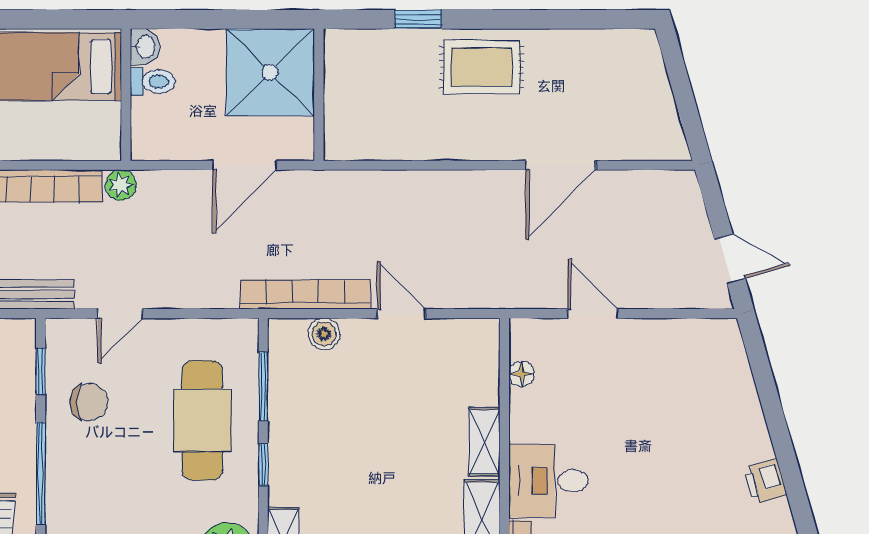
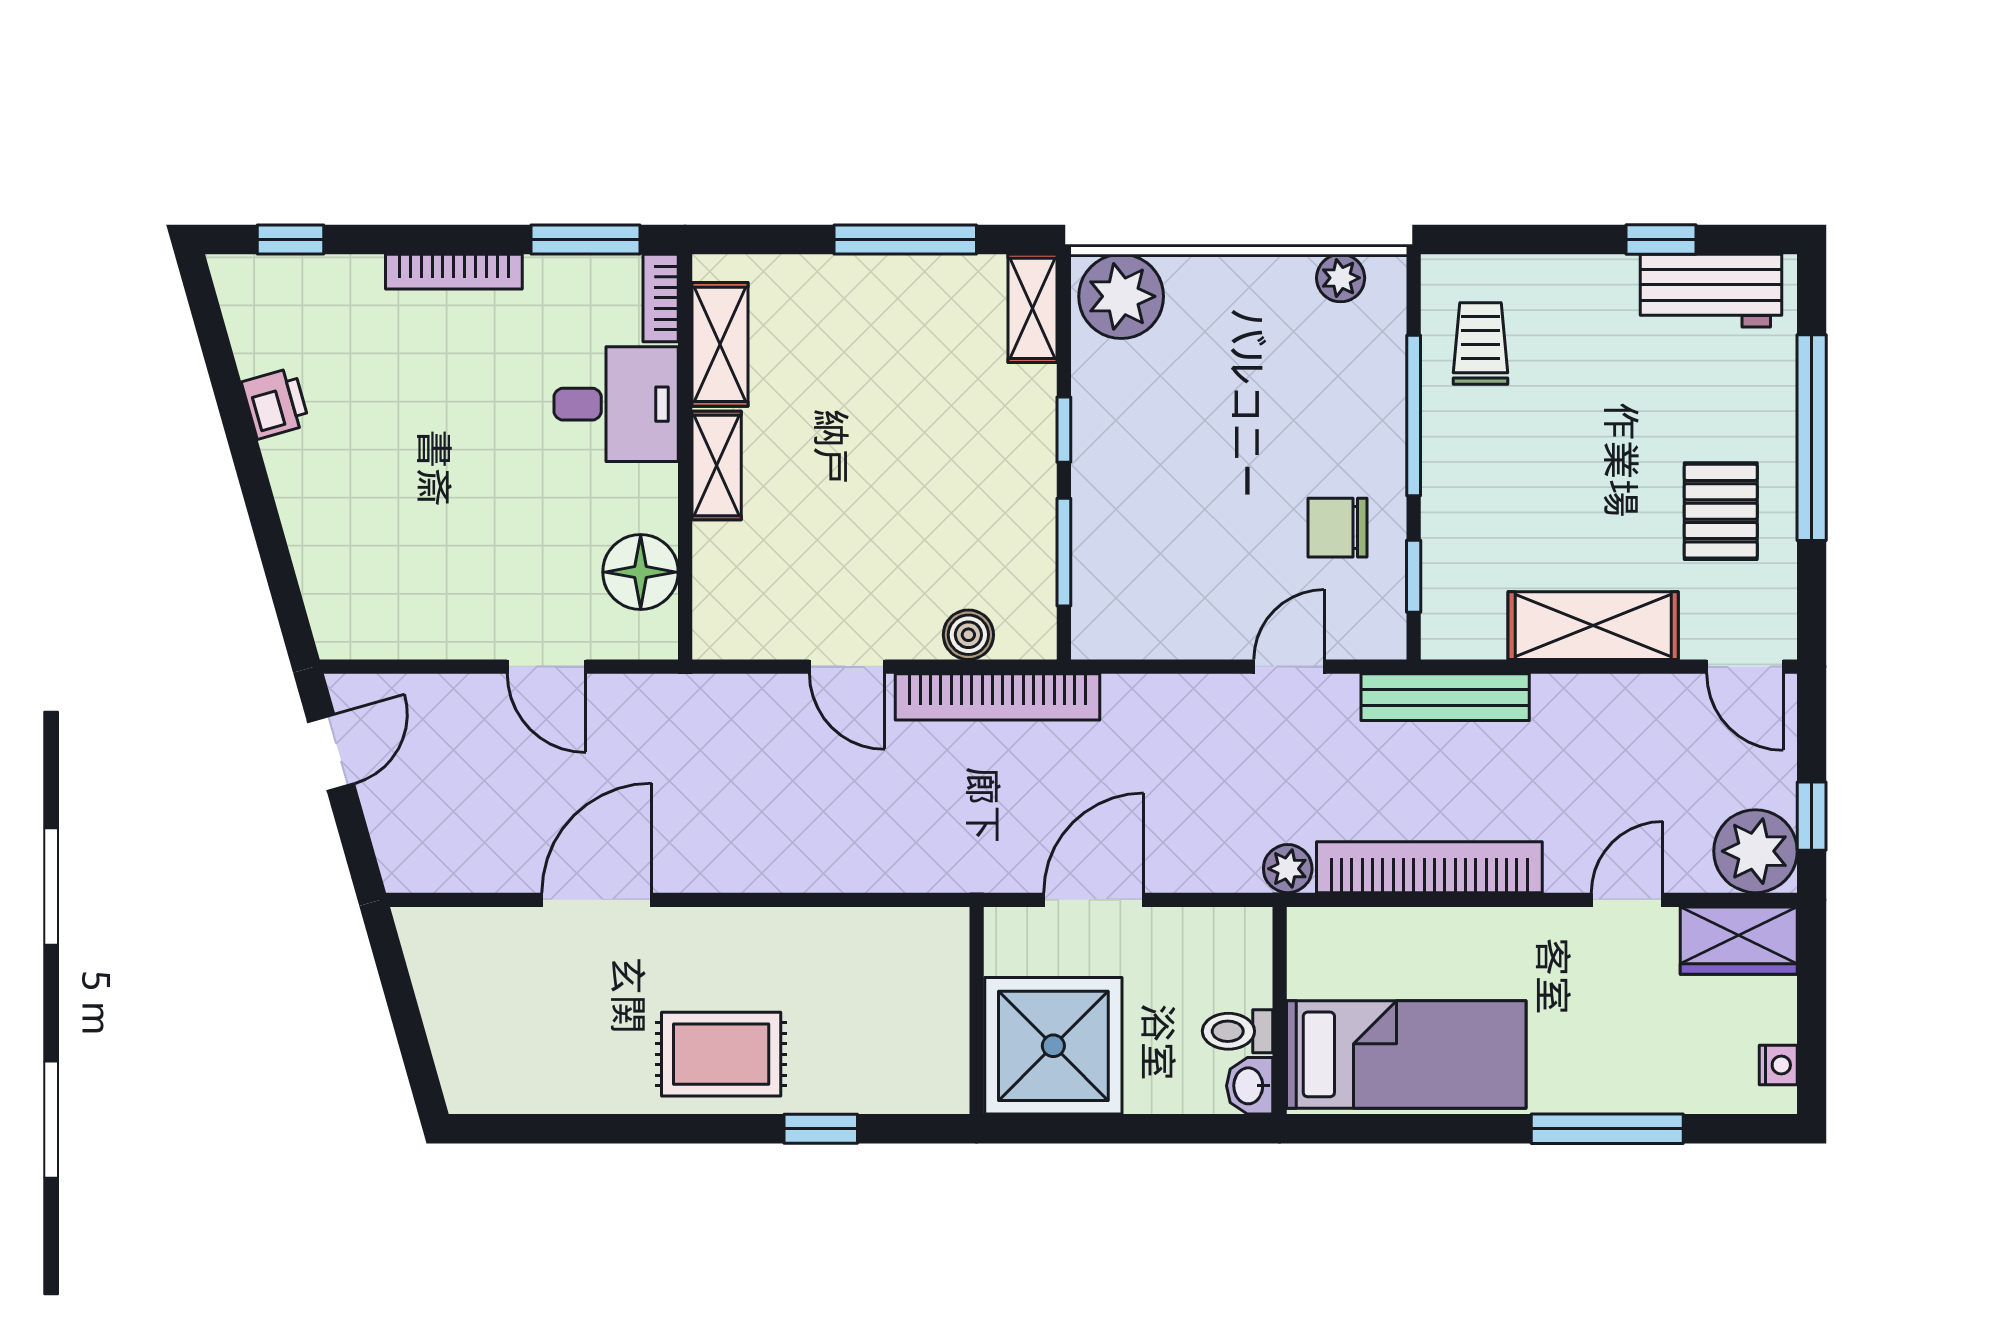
door: (730, 259) -> (331, 753), swing flipped
floor lamp: (522, 374) -> (641, 572), width x1.89, depth x1.89
cafe table: (202, 420) -> (1160, 499), removed

